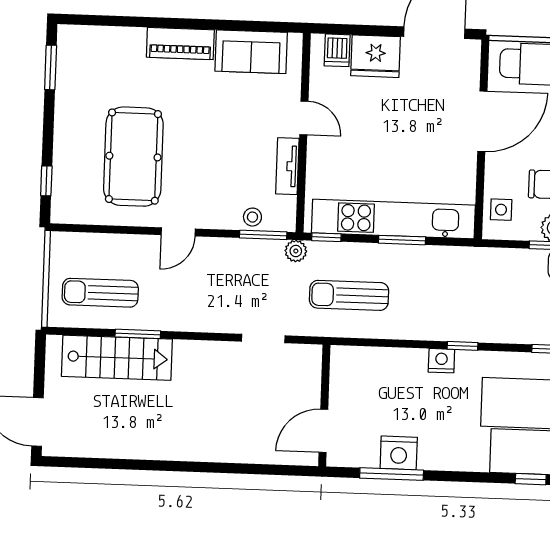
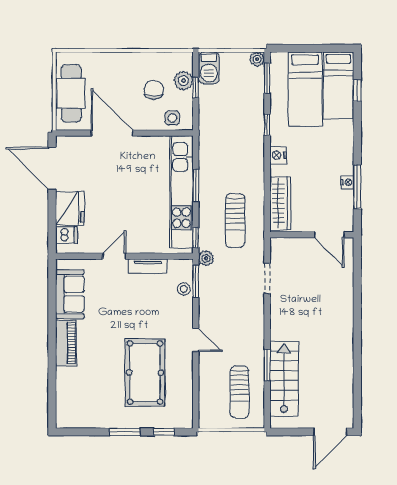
window: (51, 67) -> (125, 432), moved
pool table: (133, 157) -> (145, 373), turned 90
window: (462, 346) -> (267, 125), moved
wardrobe: (372, 361) -> (280, 203), added
nightstand: (399, 453) -> (347, 182), width x0.53, depth x0.56

